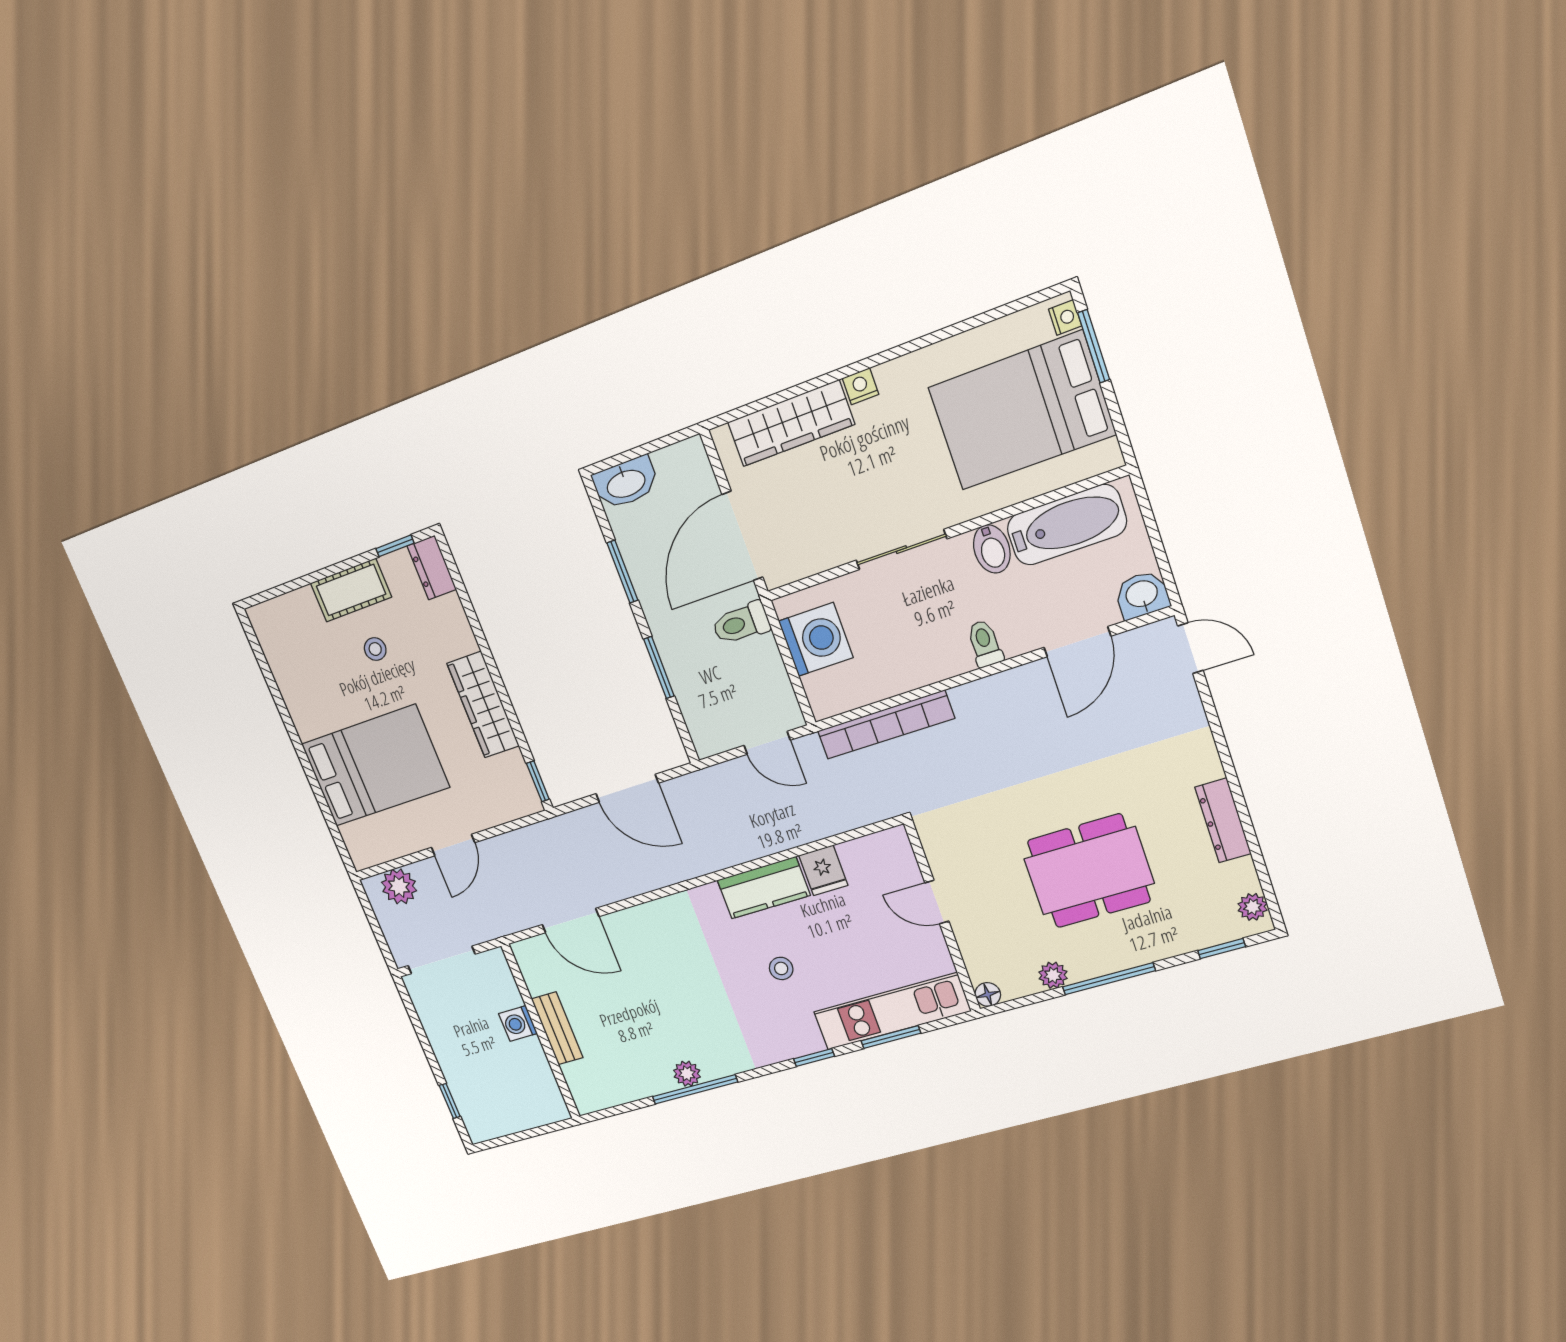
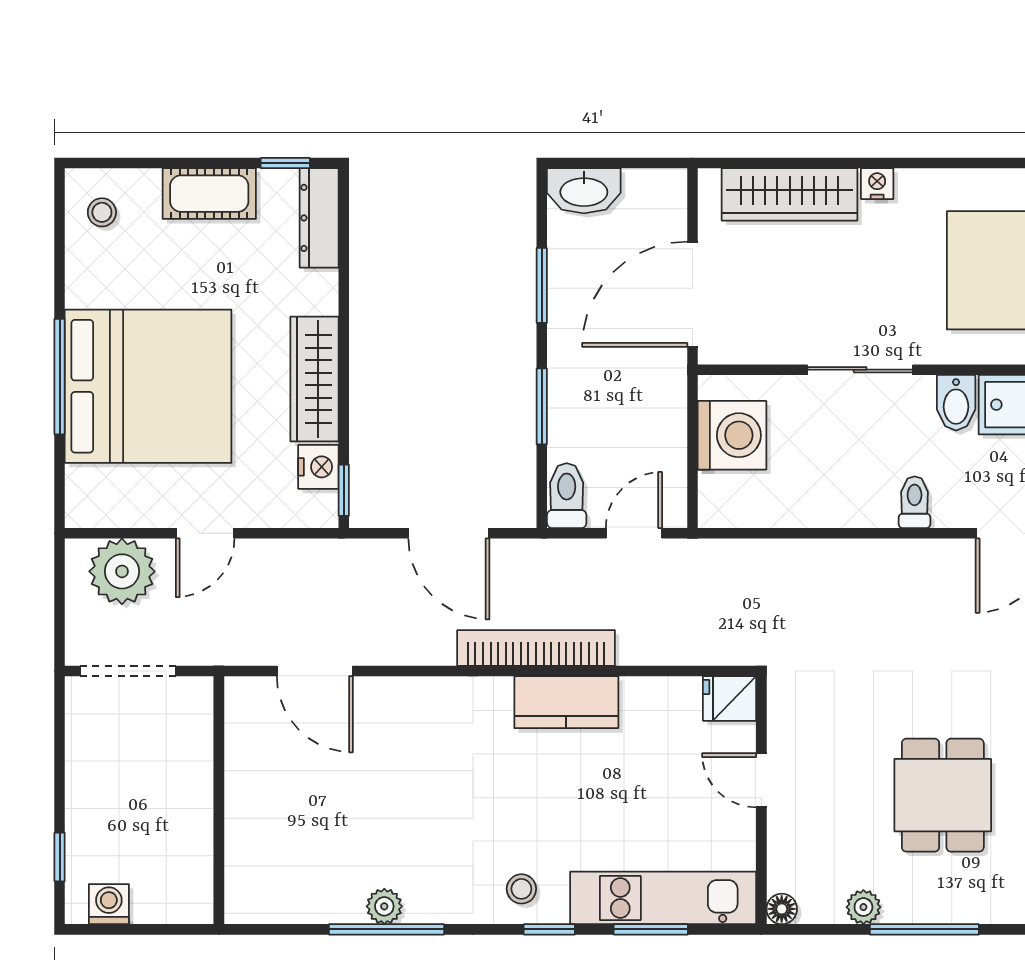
dresser: (432, 568) -> (319, 218), width x1.44
toilet: (741, 623) -> (567, 496), moved, turned 90
stool: (375, 649) -> (102, 212), moved
bookcase: (886, 725) -> (536, 648), moved, turned 180
door: (767, 743) -> (634, 533), swing flipped
window: (306, 765) -> (60, 377), added
bed: (375, 766) -> (148, 386), width x1.36
nightstand: (513, 770) -> (318, 467), added
fridge: (823, 870) -> (730, 699), moved, turned 90
dining table: (1089, 871) -> (943, 795), width x0.73
plant: (399, 886) -> (122, 571), width x1.36, depth x1.36
stool: (781, 968) -> (521, 889), moved
washing machine: (518, 1023) -> (109, 904), moved, turned 90
bench: (557, 1028) -> (242, 802), removed

